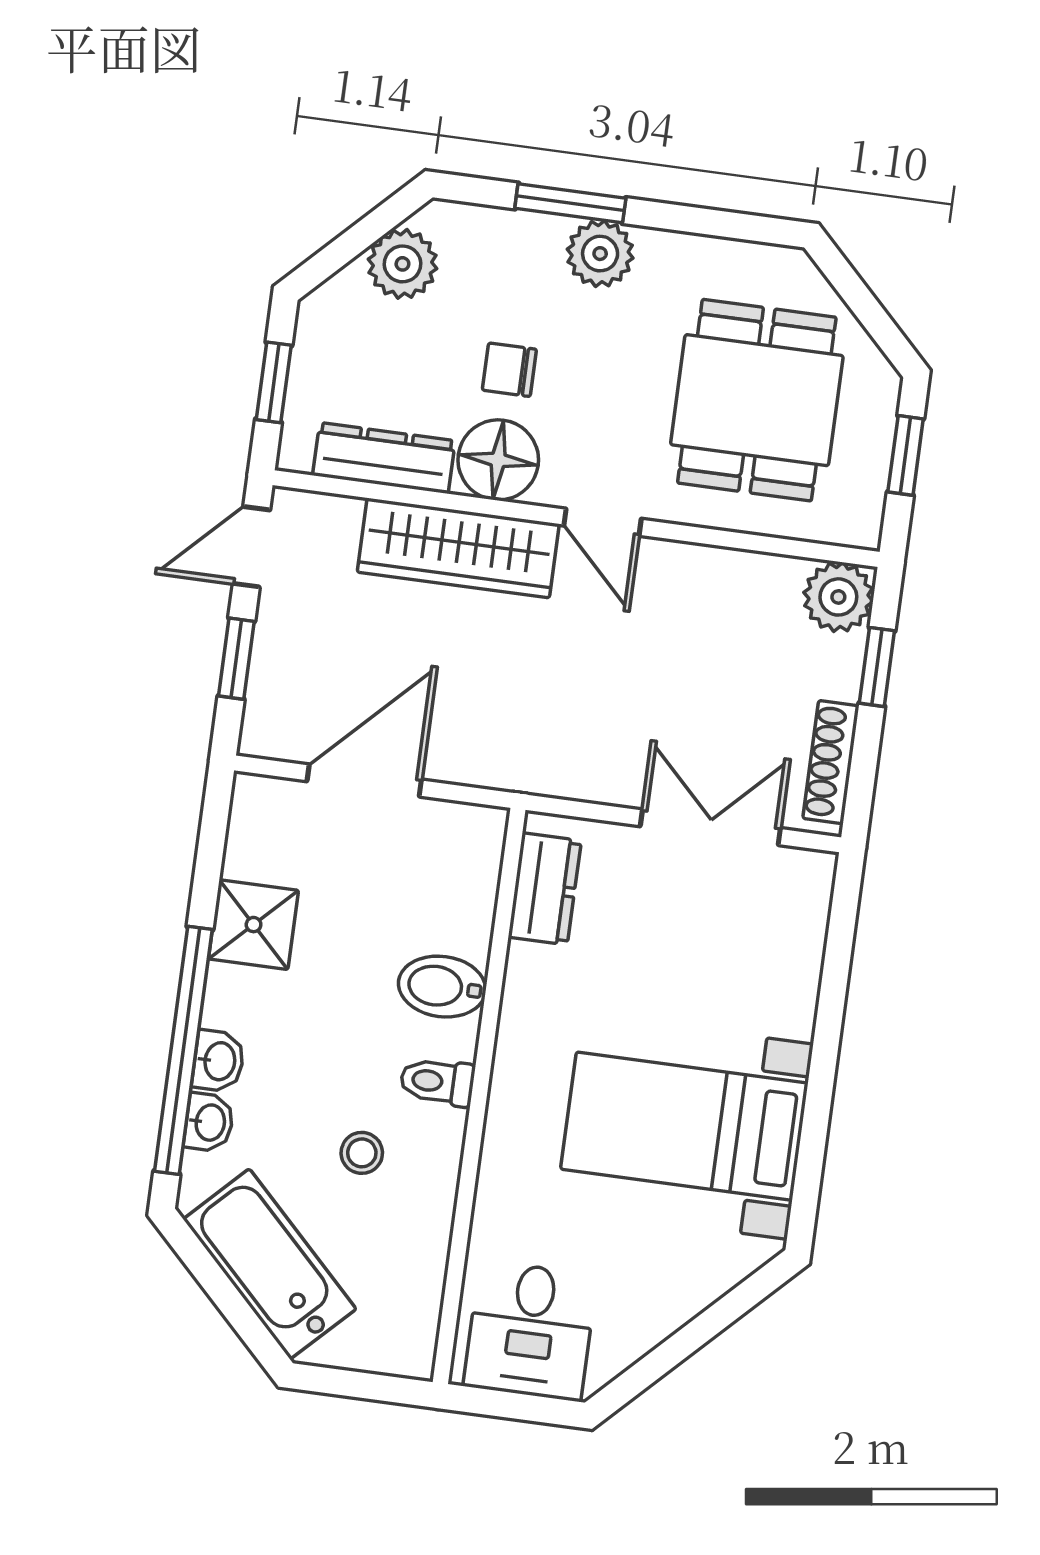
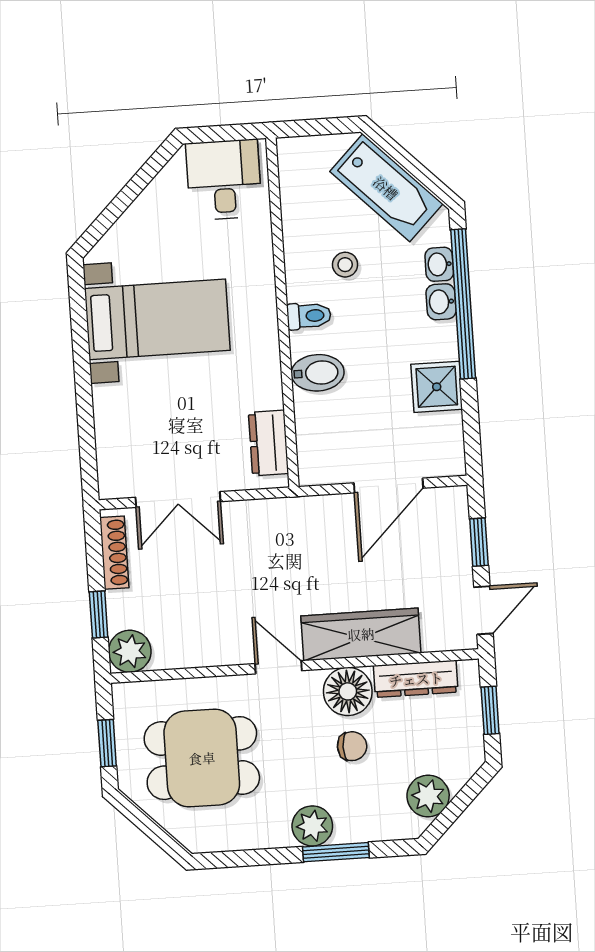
dining table: (757, 400) -> (202, 758), turned 90

